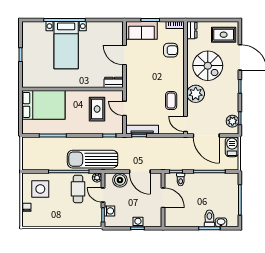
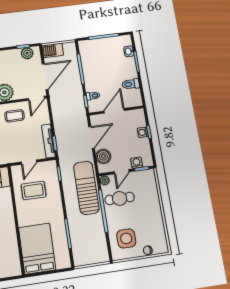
sun lounger: (93, 159) -> (86, 188), turned 180
toilet: (209, 218) -> (131, 84), moved

